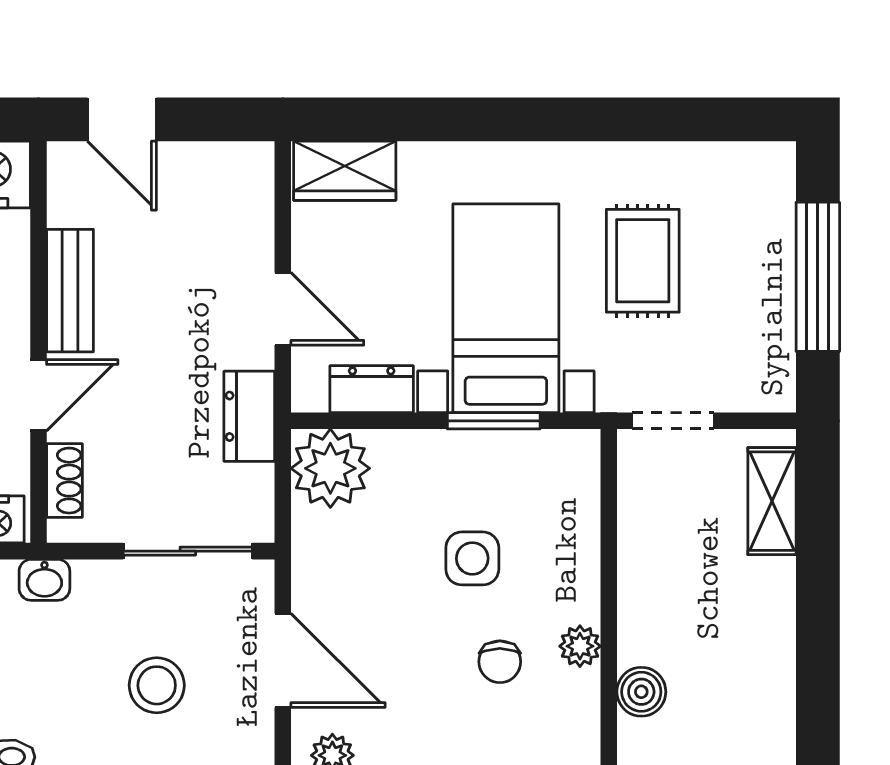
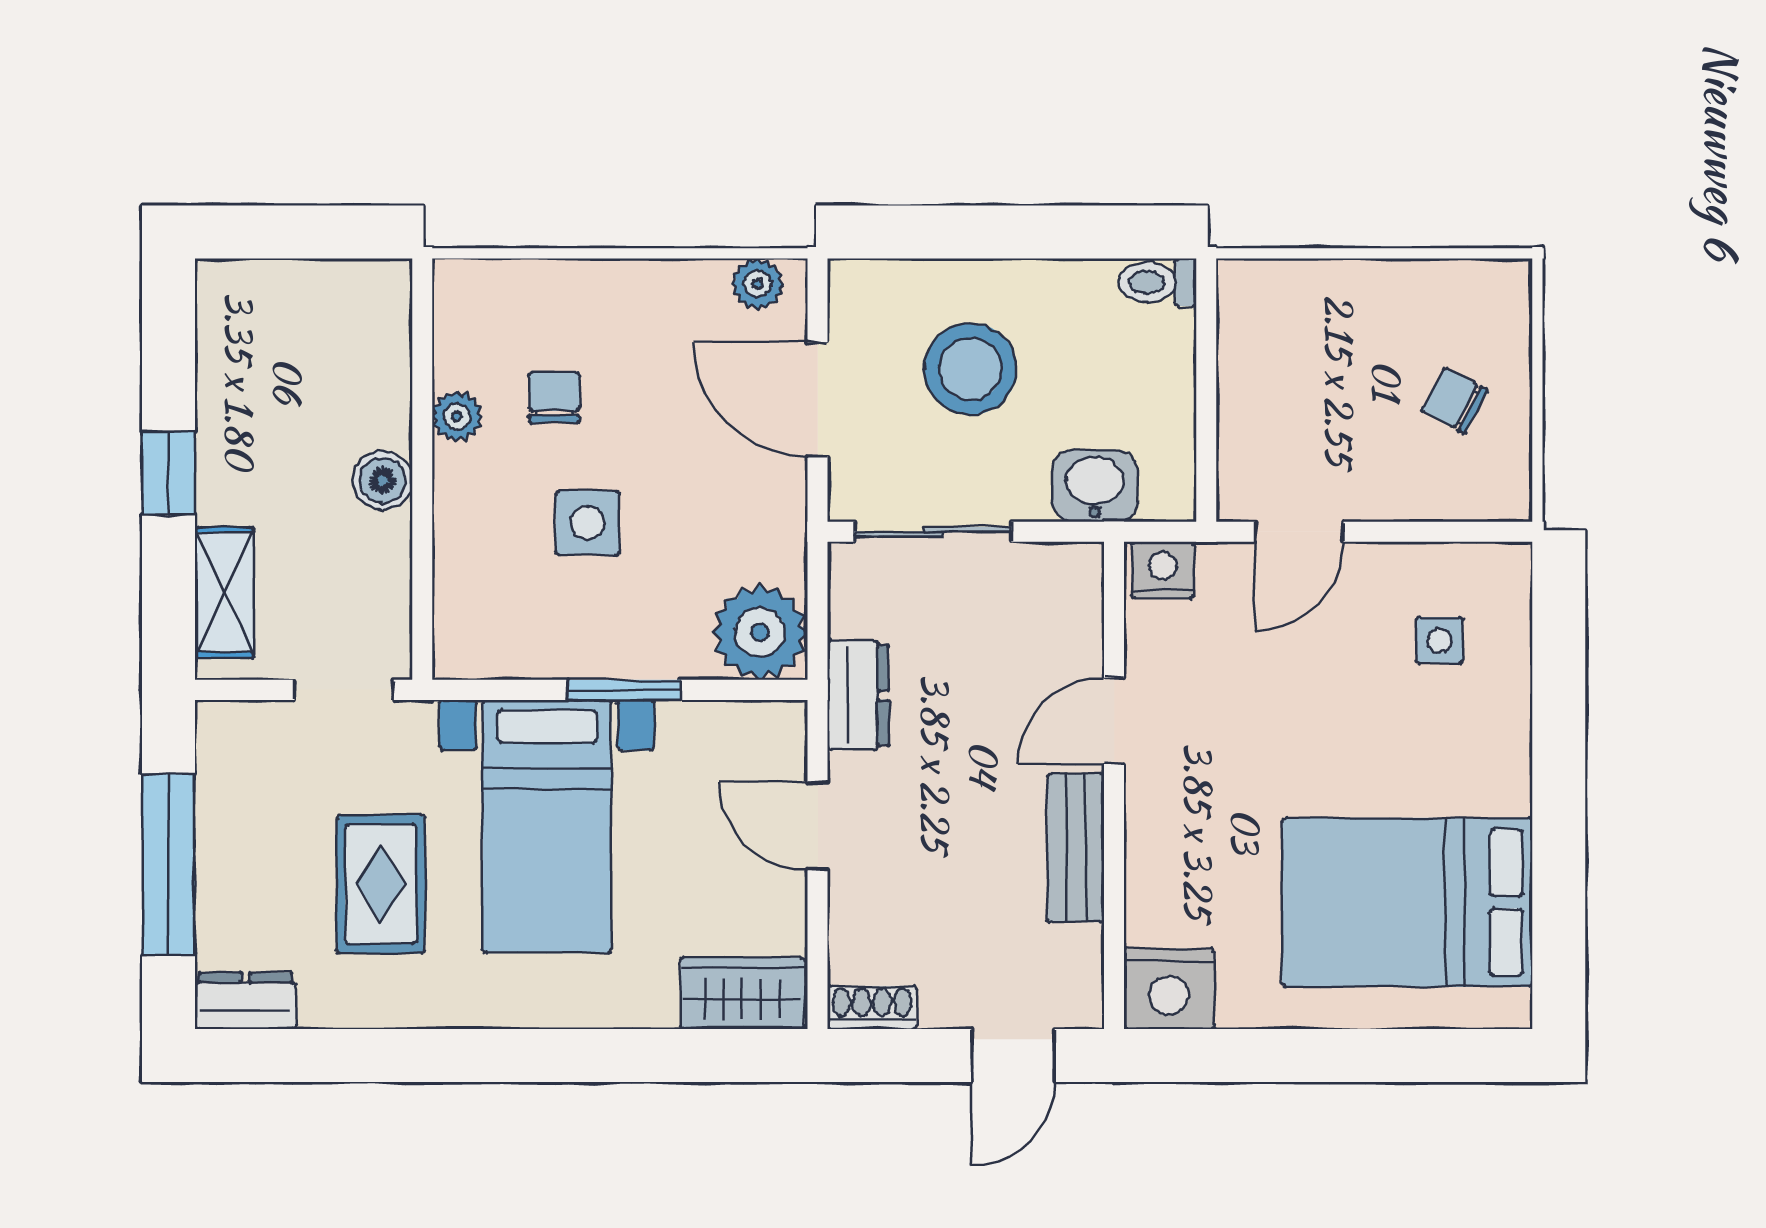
door: (122, 119) -> (1013, 1056), swing flipped
dresser: (372, 389) -> (245, 1001), moved, turned 180
window: (494, 421) -> (624, 690), moved
shoe rack: (64, 481) -> (872, 1008), moved, turned 90
washbasin: (44, 580) -> (1095, 486), width x1.38, depth x1.45
window: (818, 600) -> (168, 473), added
stool: (157, 685) -> (971, 369), width x1.38, depth x1.38
boiler: (641, 692) -> (383, 480), moved

